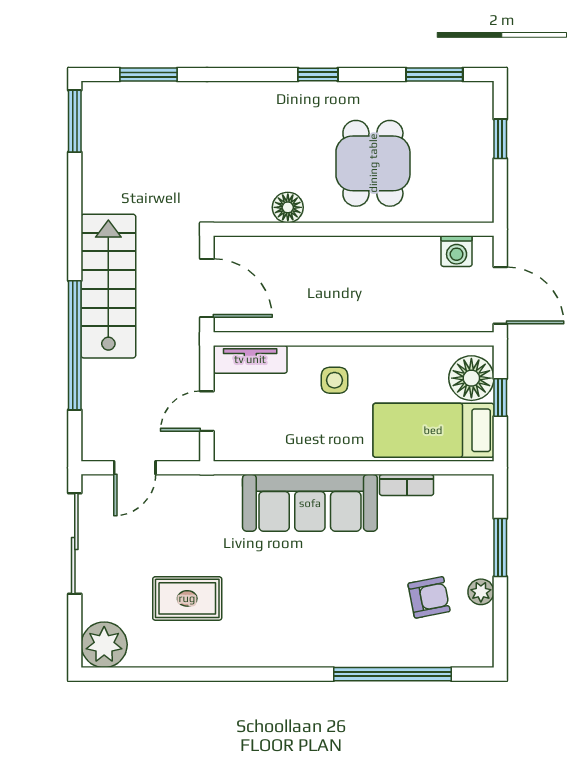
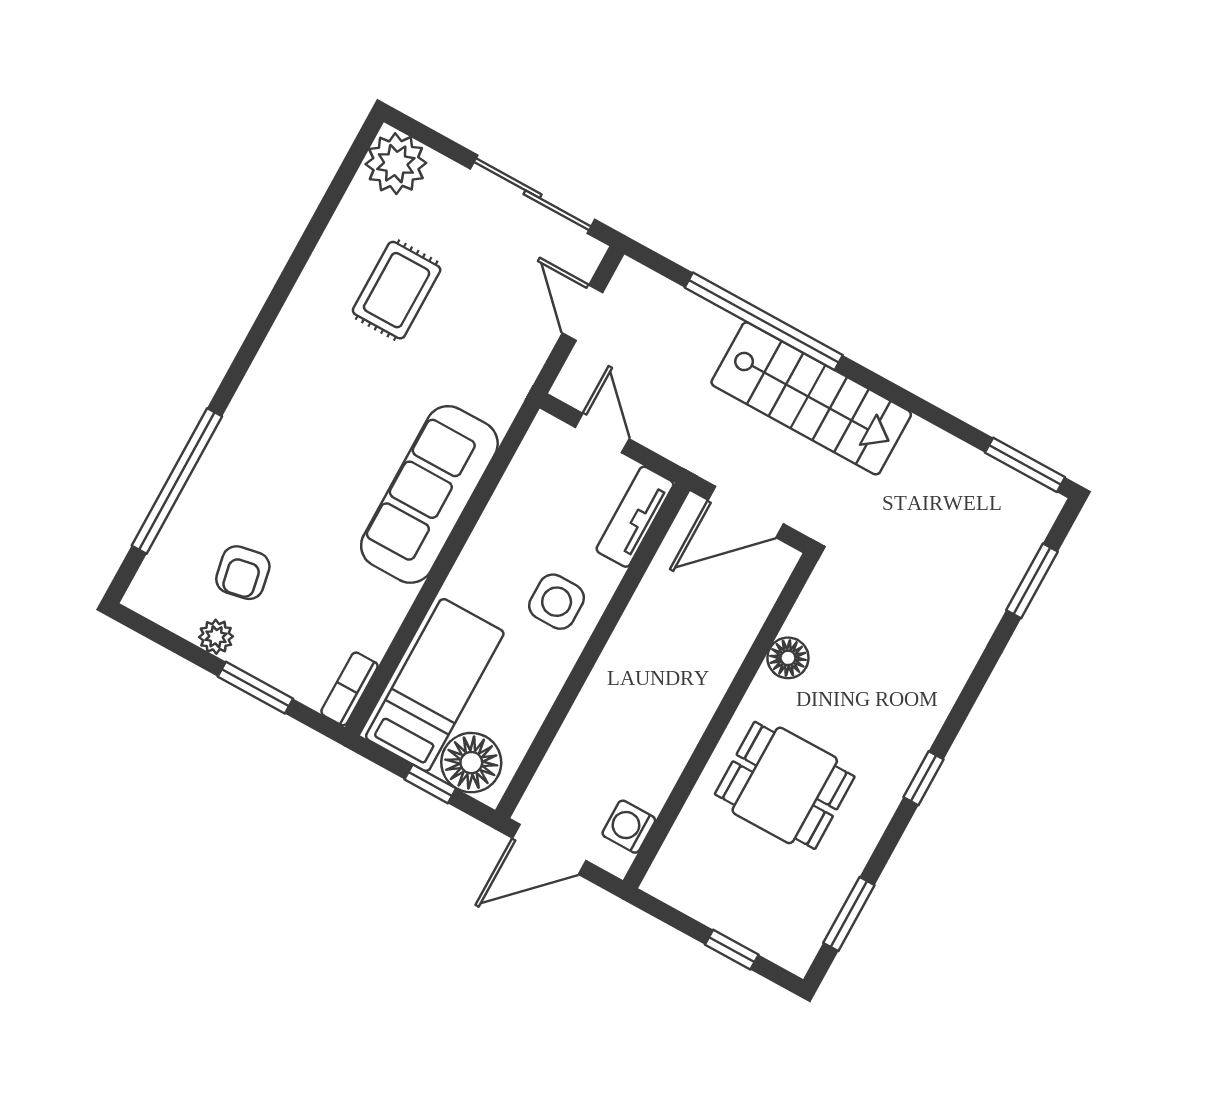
side table: (335, 380) -> (557, 602), width x1.37, depth x1.37
bookcase: (407, 485) -> (350, 689), moved

